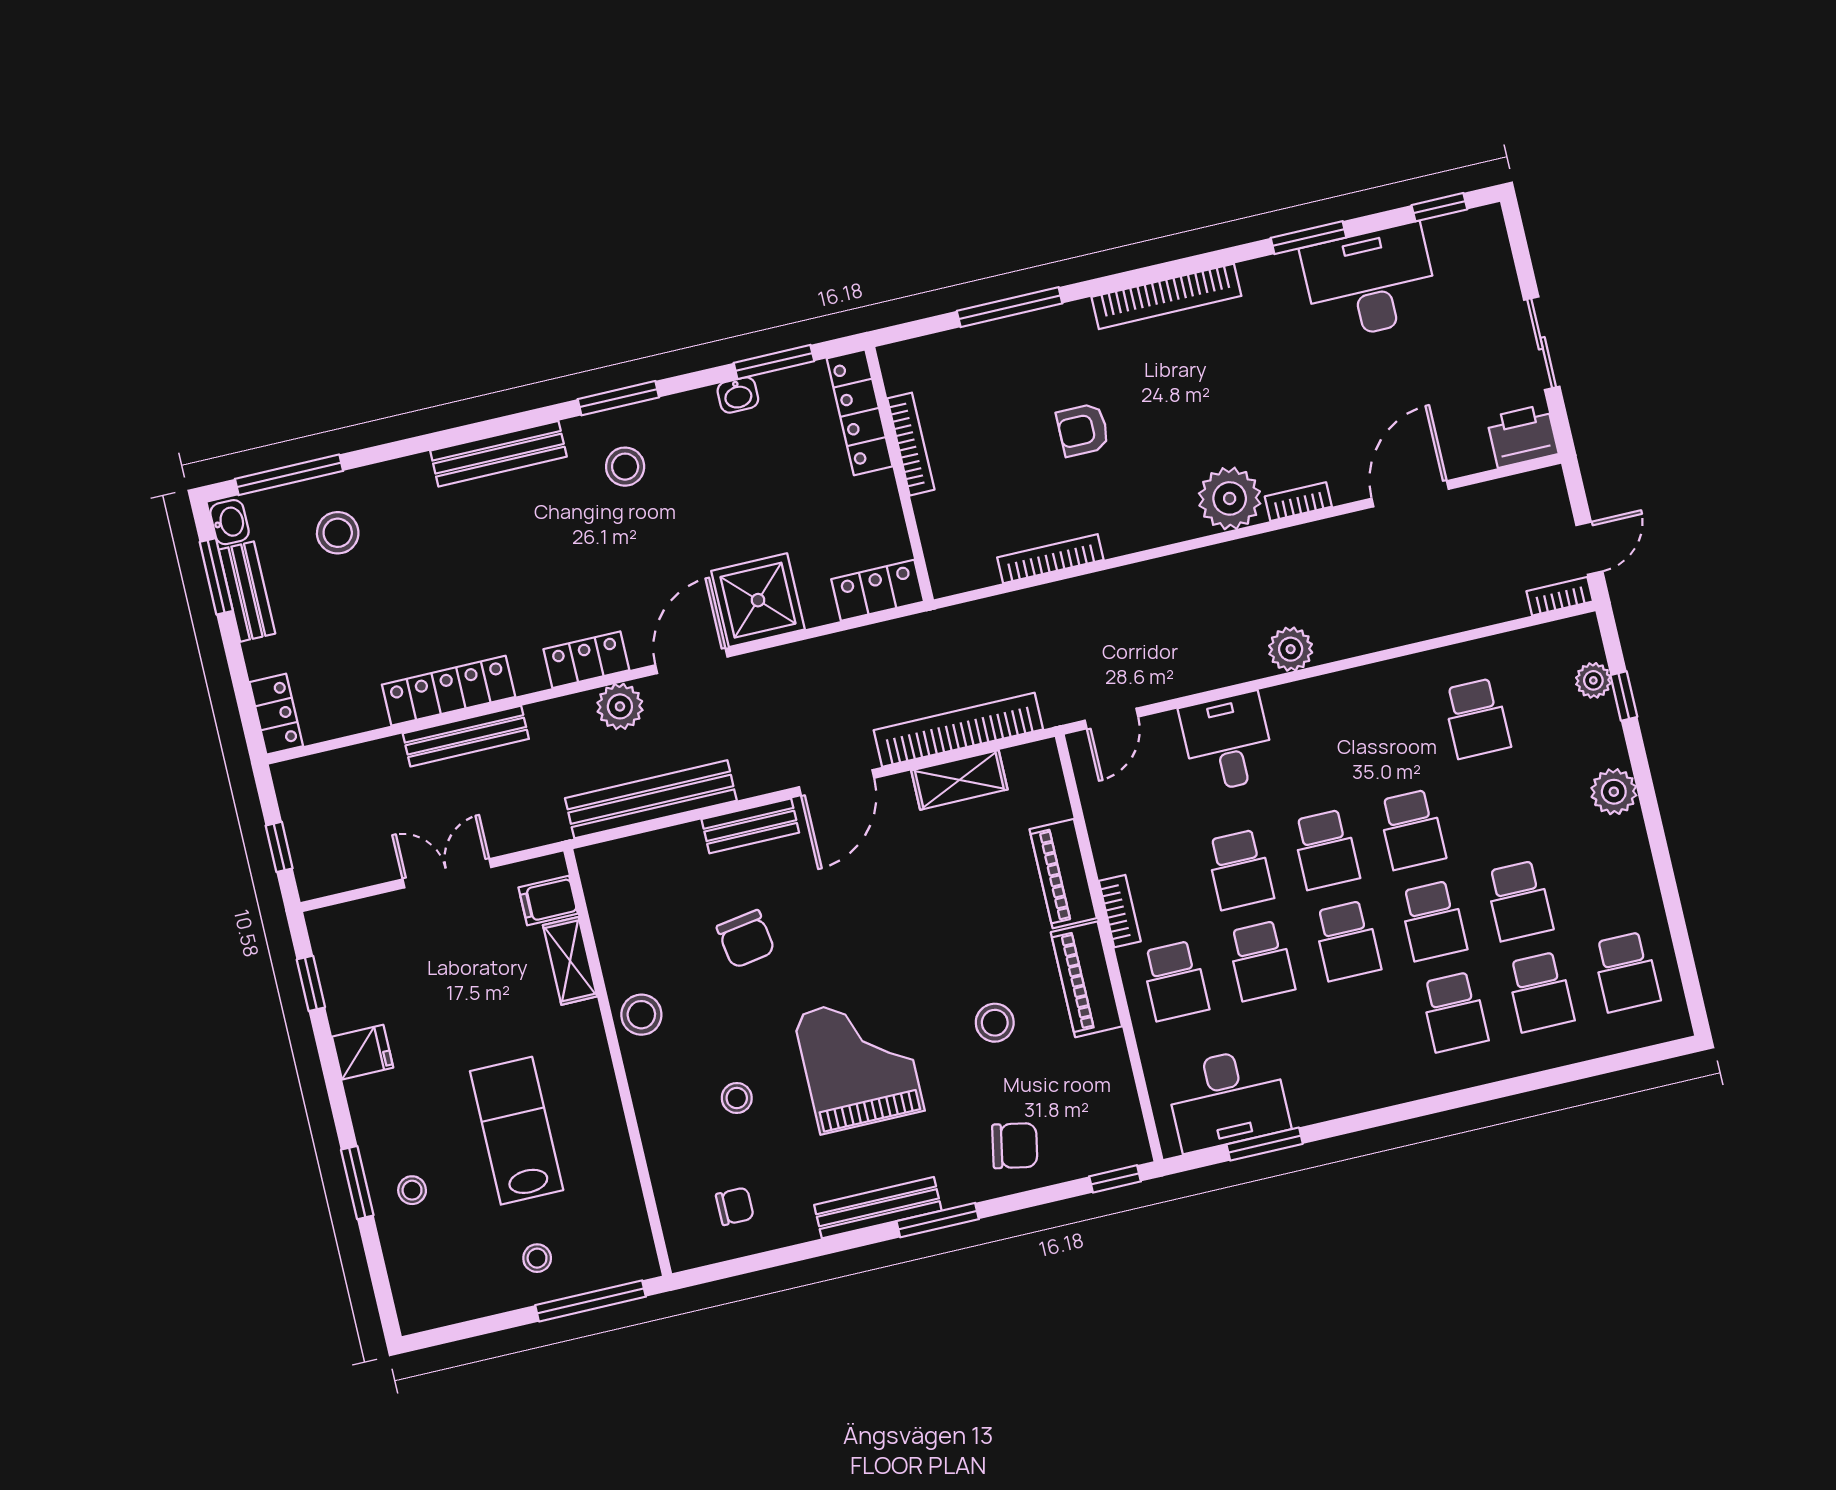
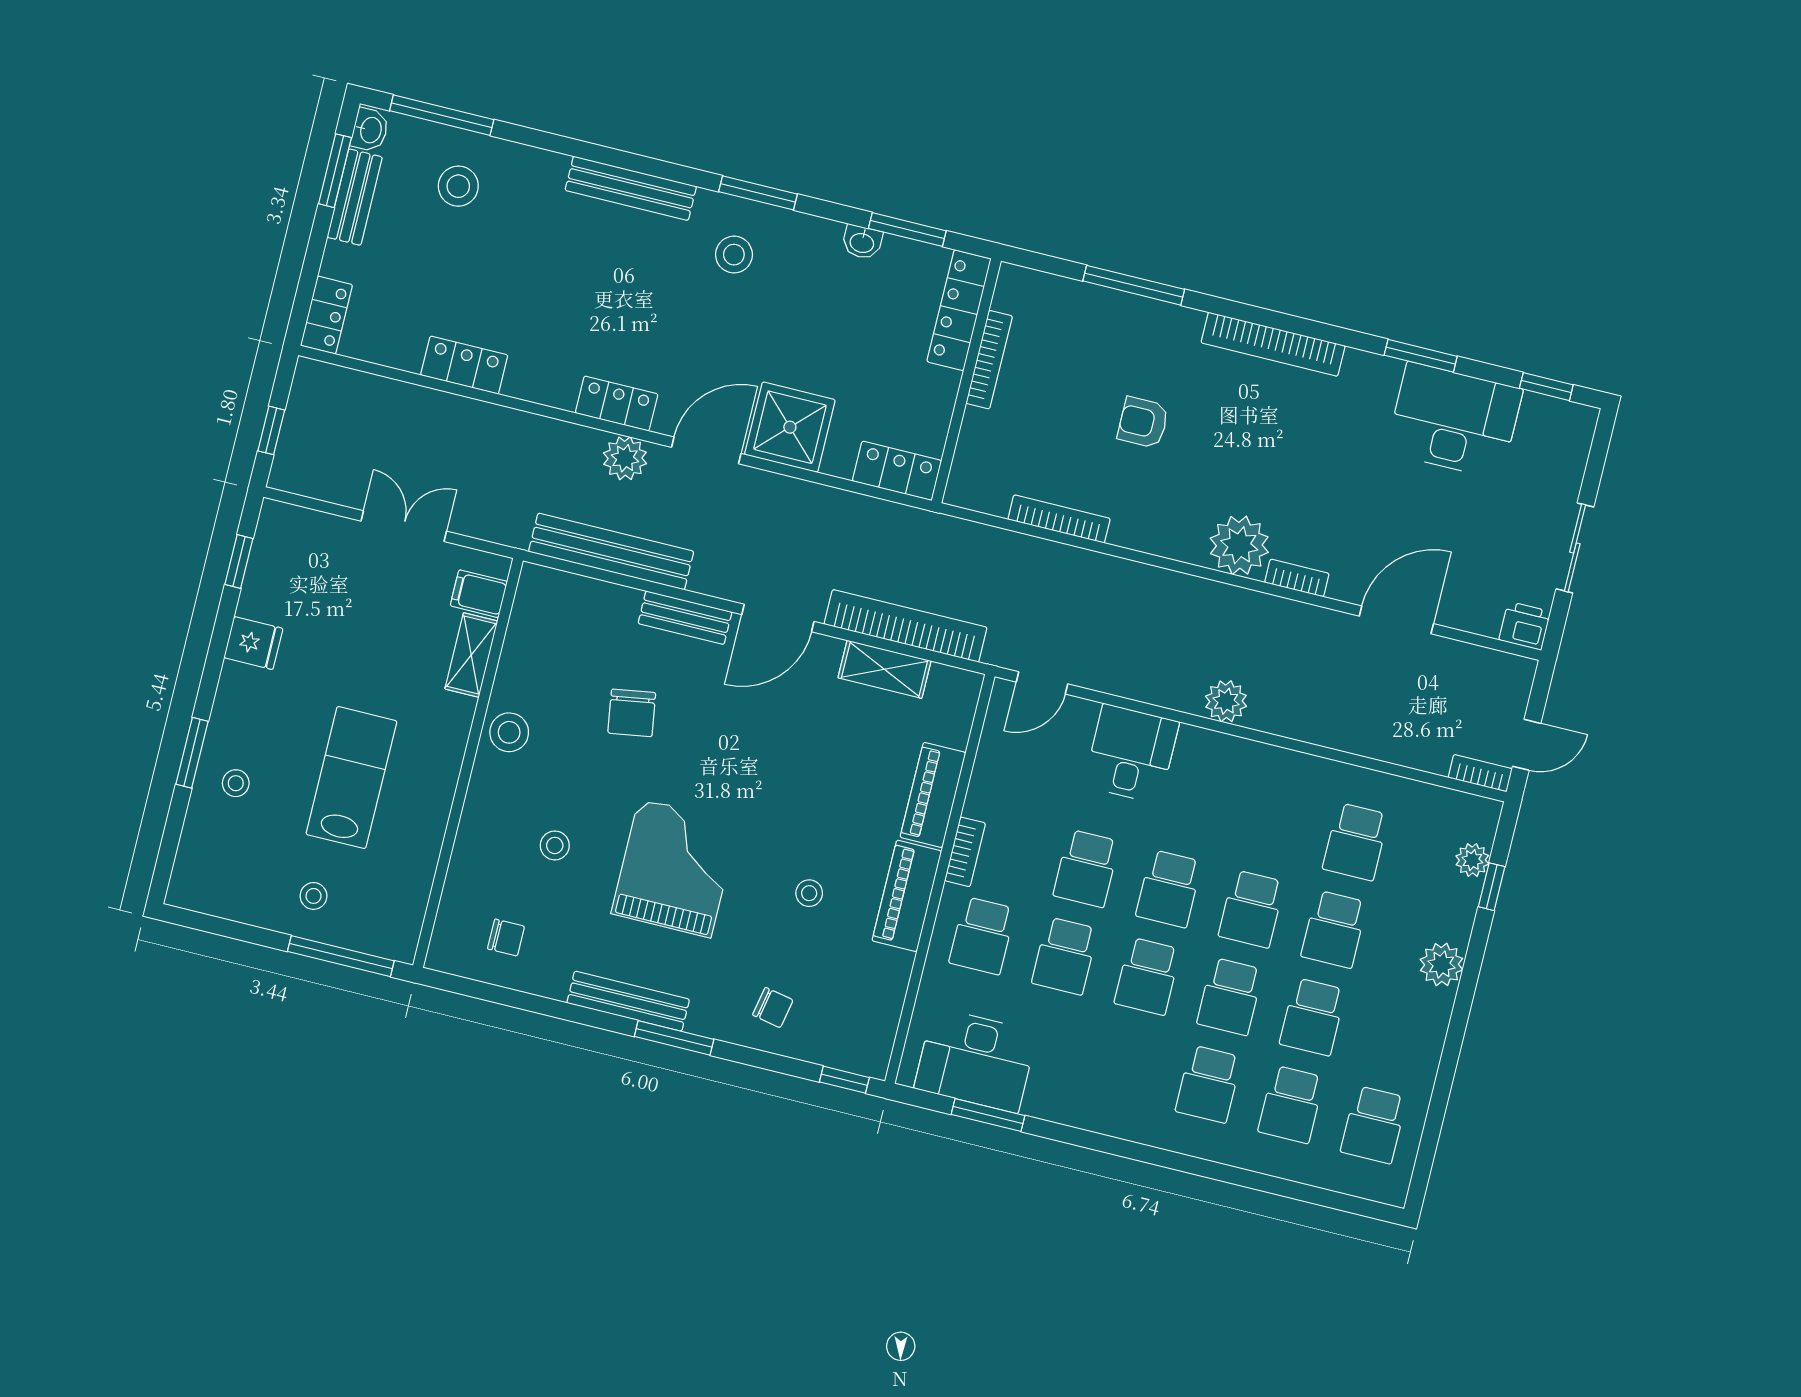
printer: (1523, 436) -> (1525, 626), width x0.73, depth x0.81
locker: (449, 691) -> (464, 365), width x0.66
bench: (466, 736) -> (480, 417), removed
school desk: (1498, 809) -> (1334, 929), added
stool: (995, 1023) -> (809, 893), width x0.73, depth x0.73
chair: (1015, 1146) -> (773, 1007), width x0.73, depth x0.73

